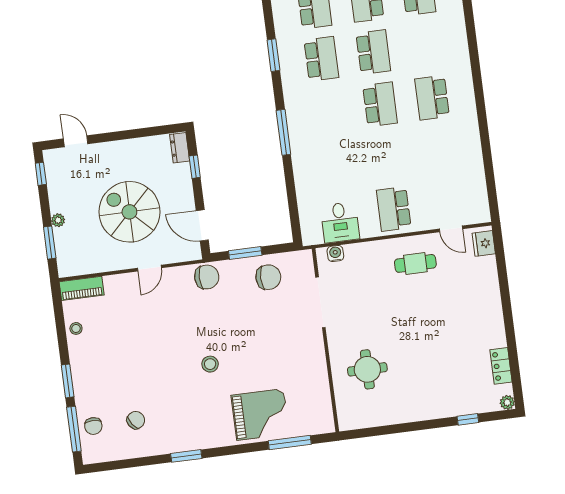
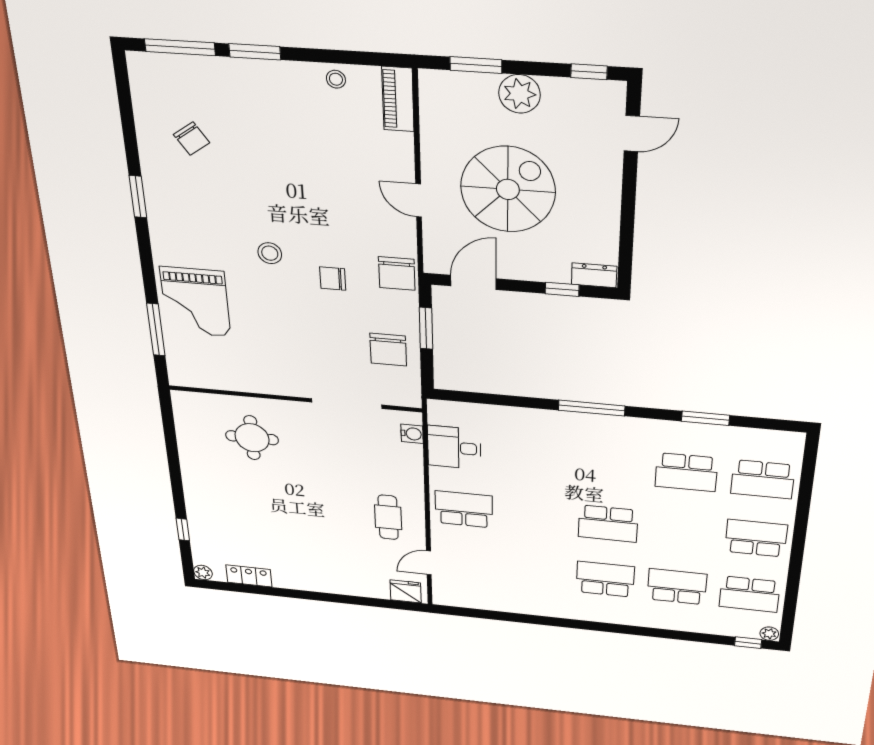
school desk: (373, 52) -> (677, 587), moved, turned 180
plant: (58, 220) -> (520, 94), width x1.88, depth x1.88
chair: (93, 426) -> (333, 279), moved

